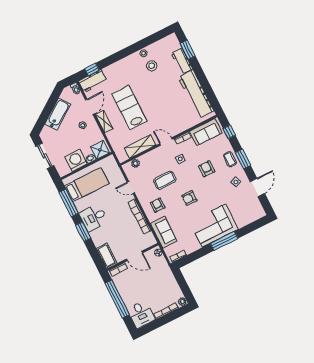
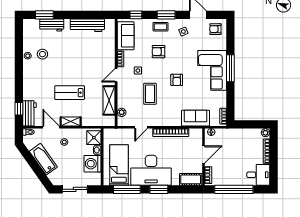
workbench: (196, 94) -> (87, 25), width x0.73, depth x0.76
lab bench: (129, 108) -> (70, 93), width x0.73, depth x0.72
armchair: (158, 205) -> (215, 29), moved
desk: (94, 218) -> (151, 170), width x1.87, depth x1.30

